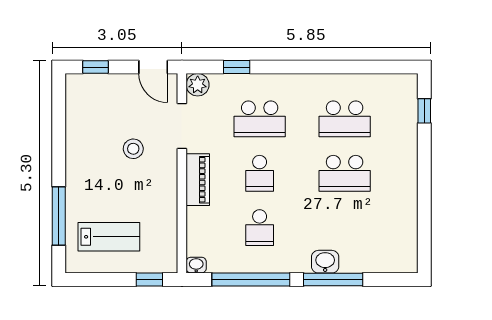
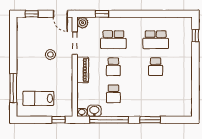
school desk: (345, 173) -> (156, 67), width x0.54
lab bench: (109, 237) -> (38, 98), turned 180
washbasin: (325, 262) -> (94, 111), moved
window: (333, 280) -> (150, 120), width x0.69

